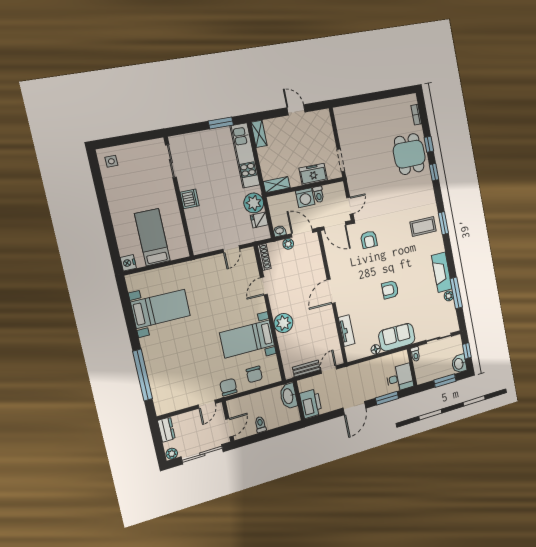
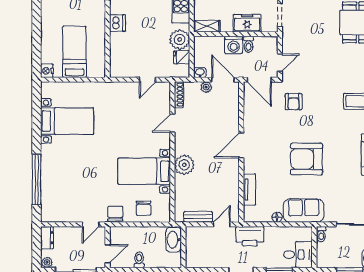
armchair: (390, 290) -> (306, 159), width x1.88, depth x1.88
printer: (311, 404) -> (250, 236), moved, turned 90

